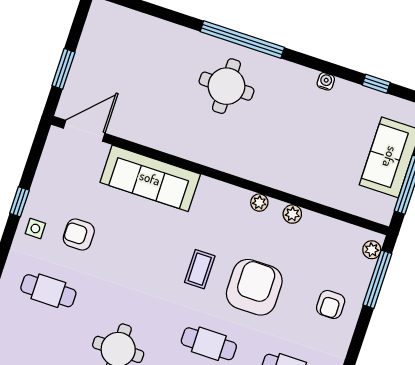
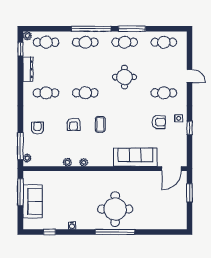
round table: (226, 86) -> (115, 209), width x1.36, depth x1.36
armchair: (254, 287) -> (74, 124), width x0.53, depth x0.53

